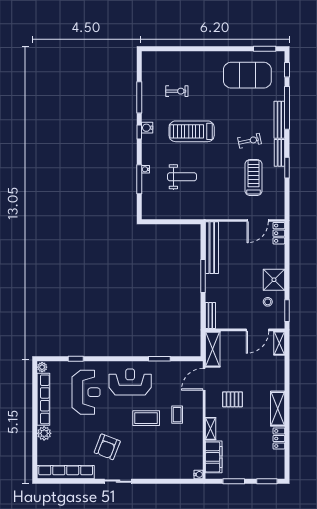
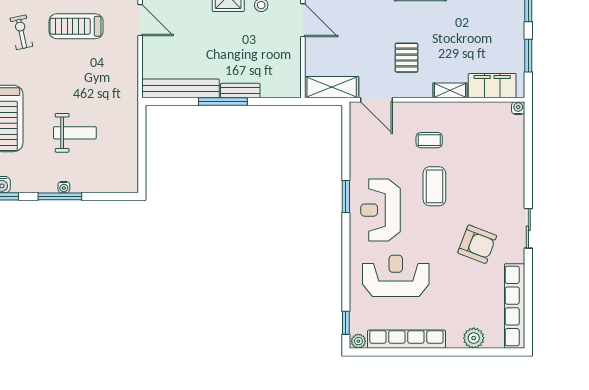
weight bench: (182, 177) -> (75, 133), turned 90
window: (139, 179) -> (60, 196), moved
bench: (210, 315) -> (240, 91), moved
window: (76, 359) -> (346, 323), moved
window: (159, 359) -> (346, 197), moved
plant: (44, 433) -> (474, 338), moved

